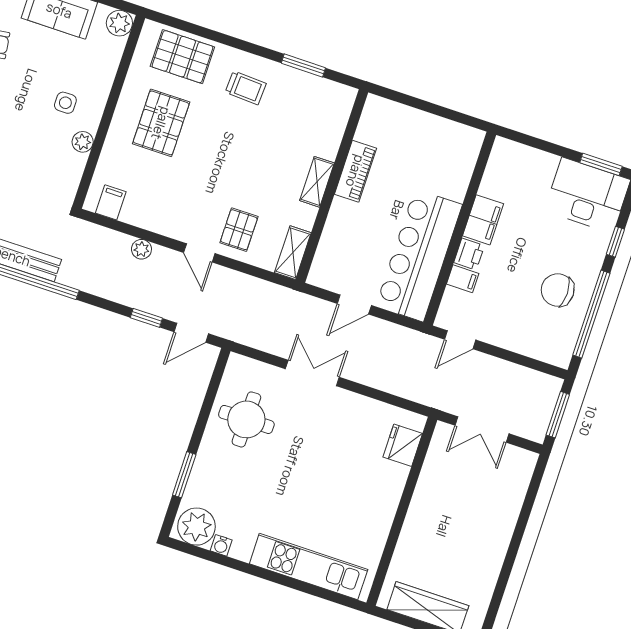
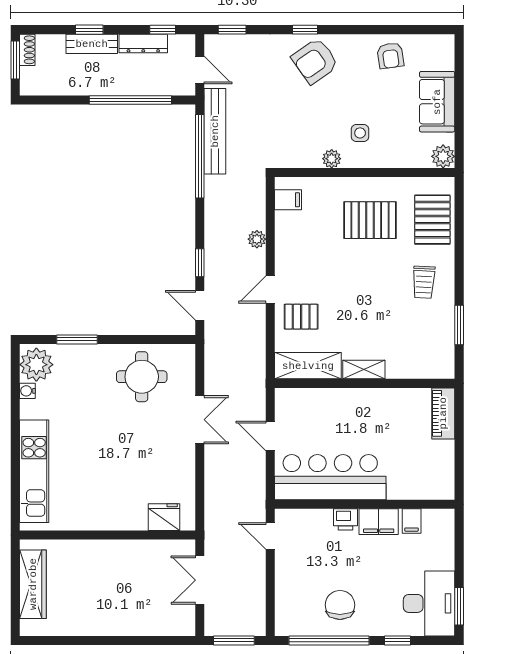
piano: (355, 171) -> (443, 413), moved, turned 90
shelving: (293, 253) -> (308, 366), width x1.50, depth x1.33
filing cabinet: (463, 279) -> (412, 521), moved

